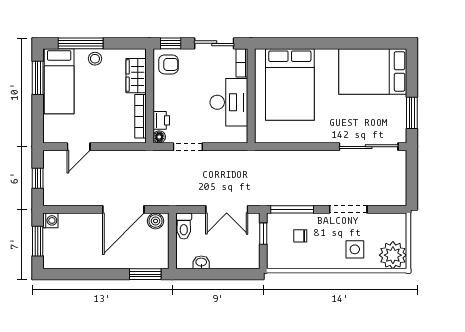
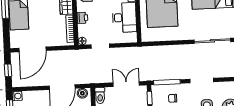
printer: (161, 120) -> (82, 18), moved
door: (79, 147) -> (33, 49), width x1.87
double door: (227, 209) -> (126, 84), swing flipped

